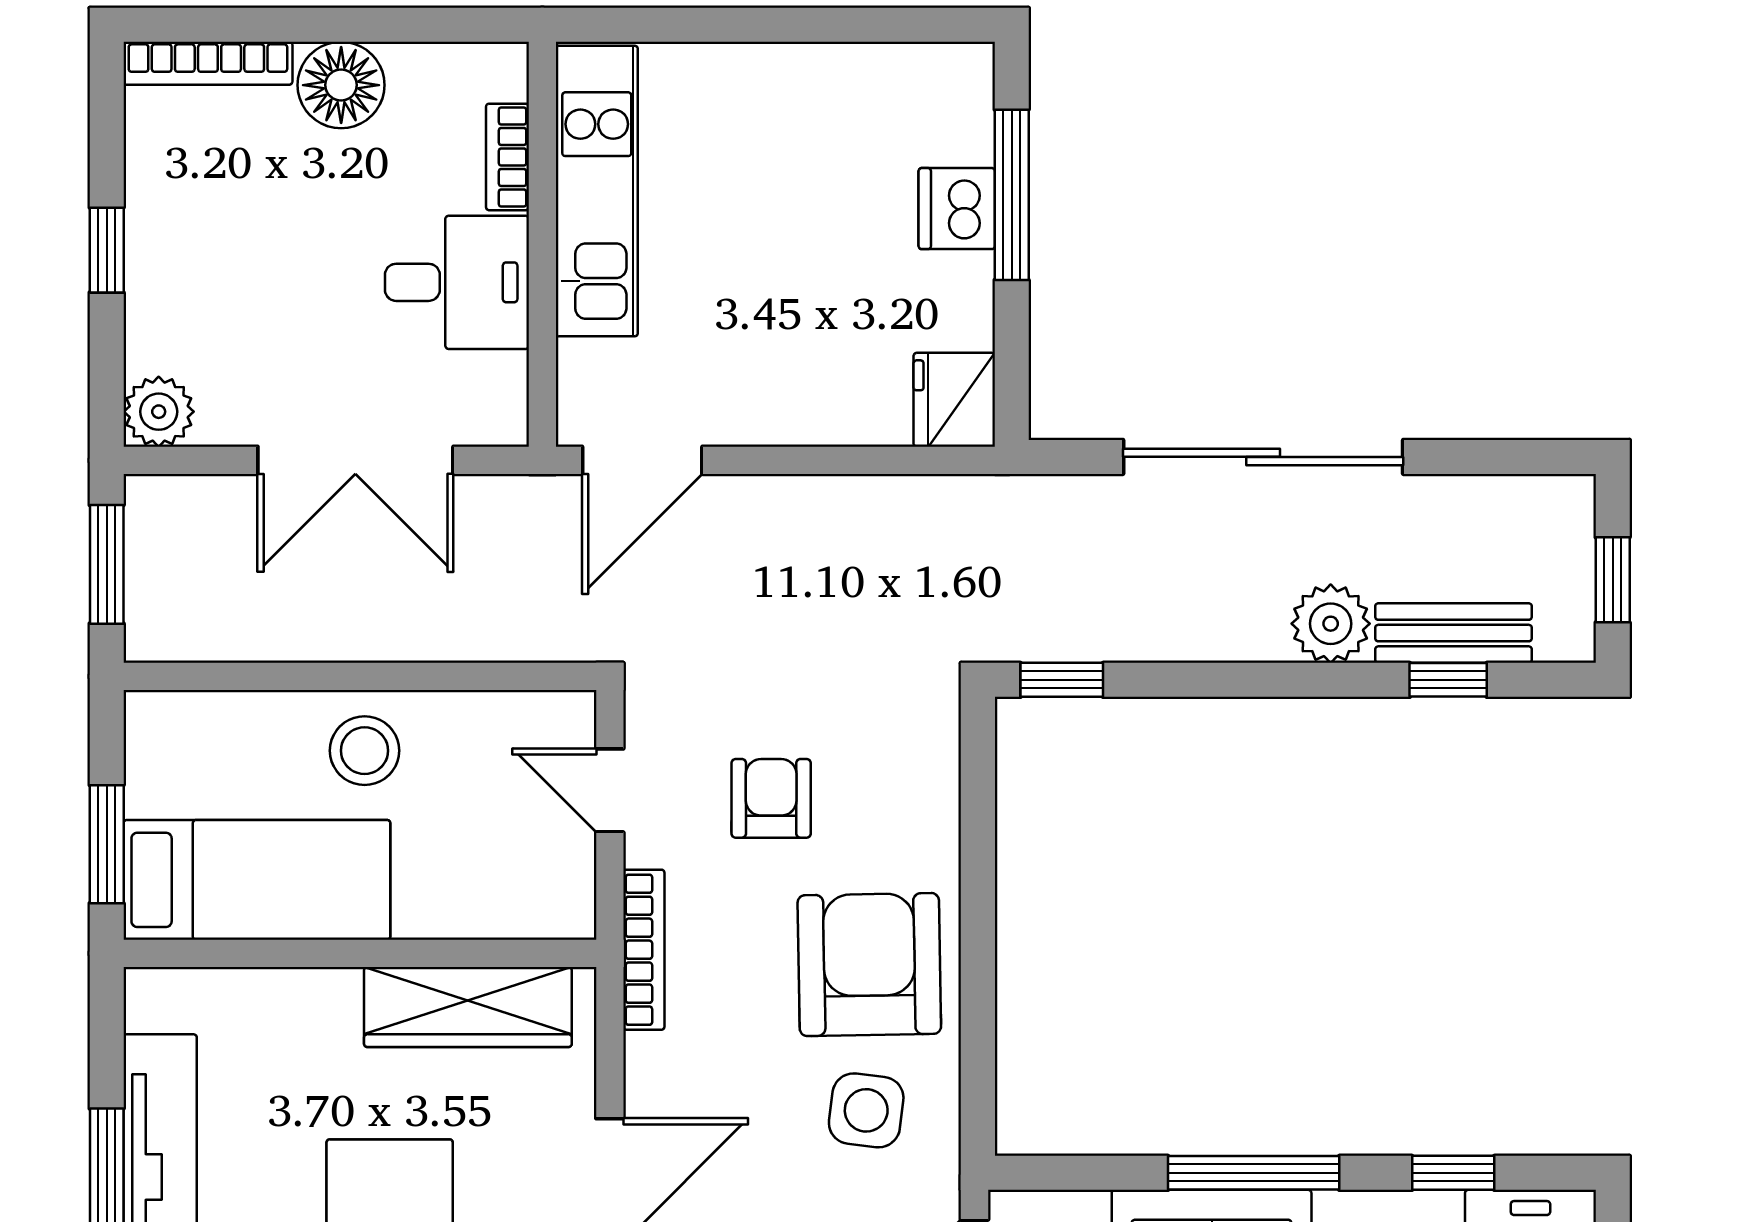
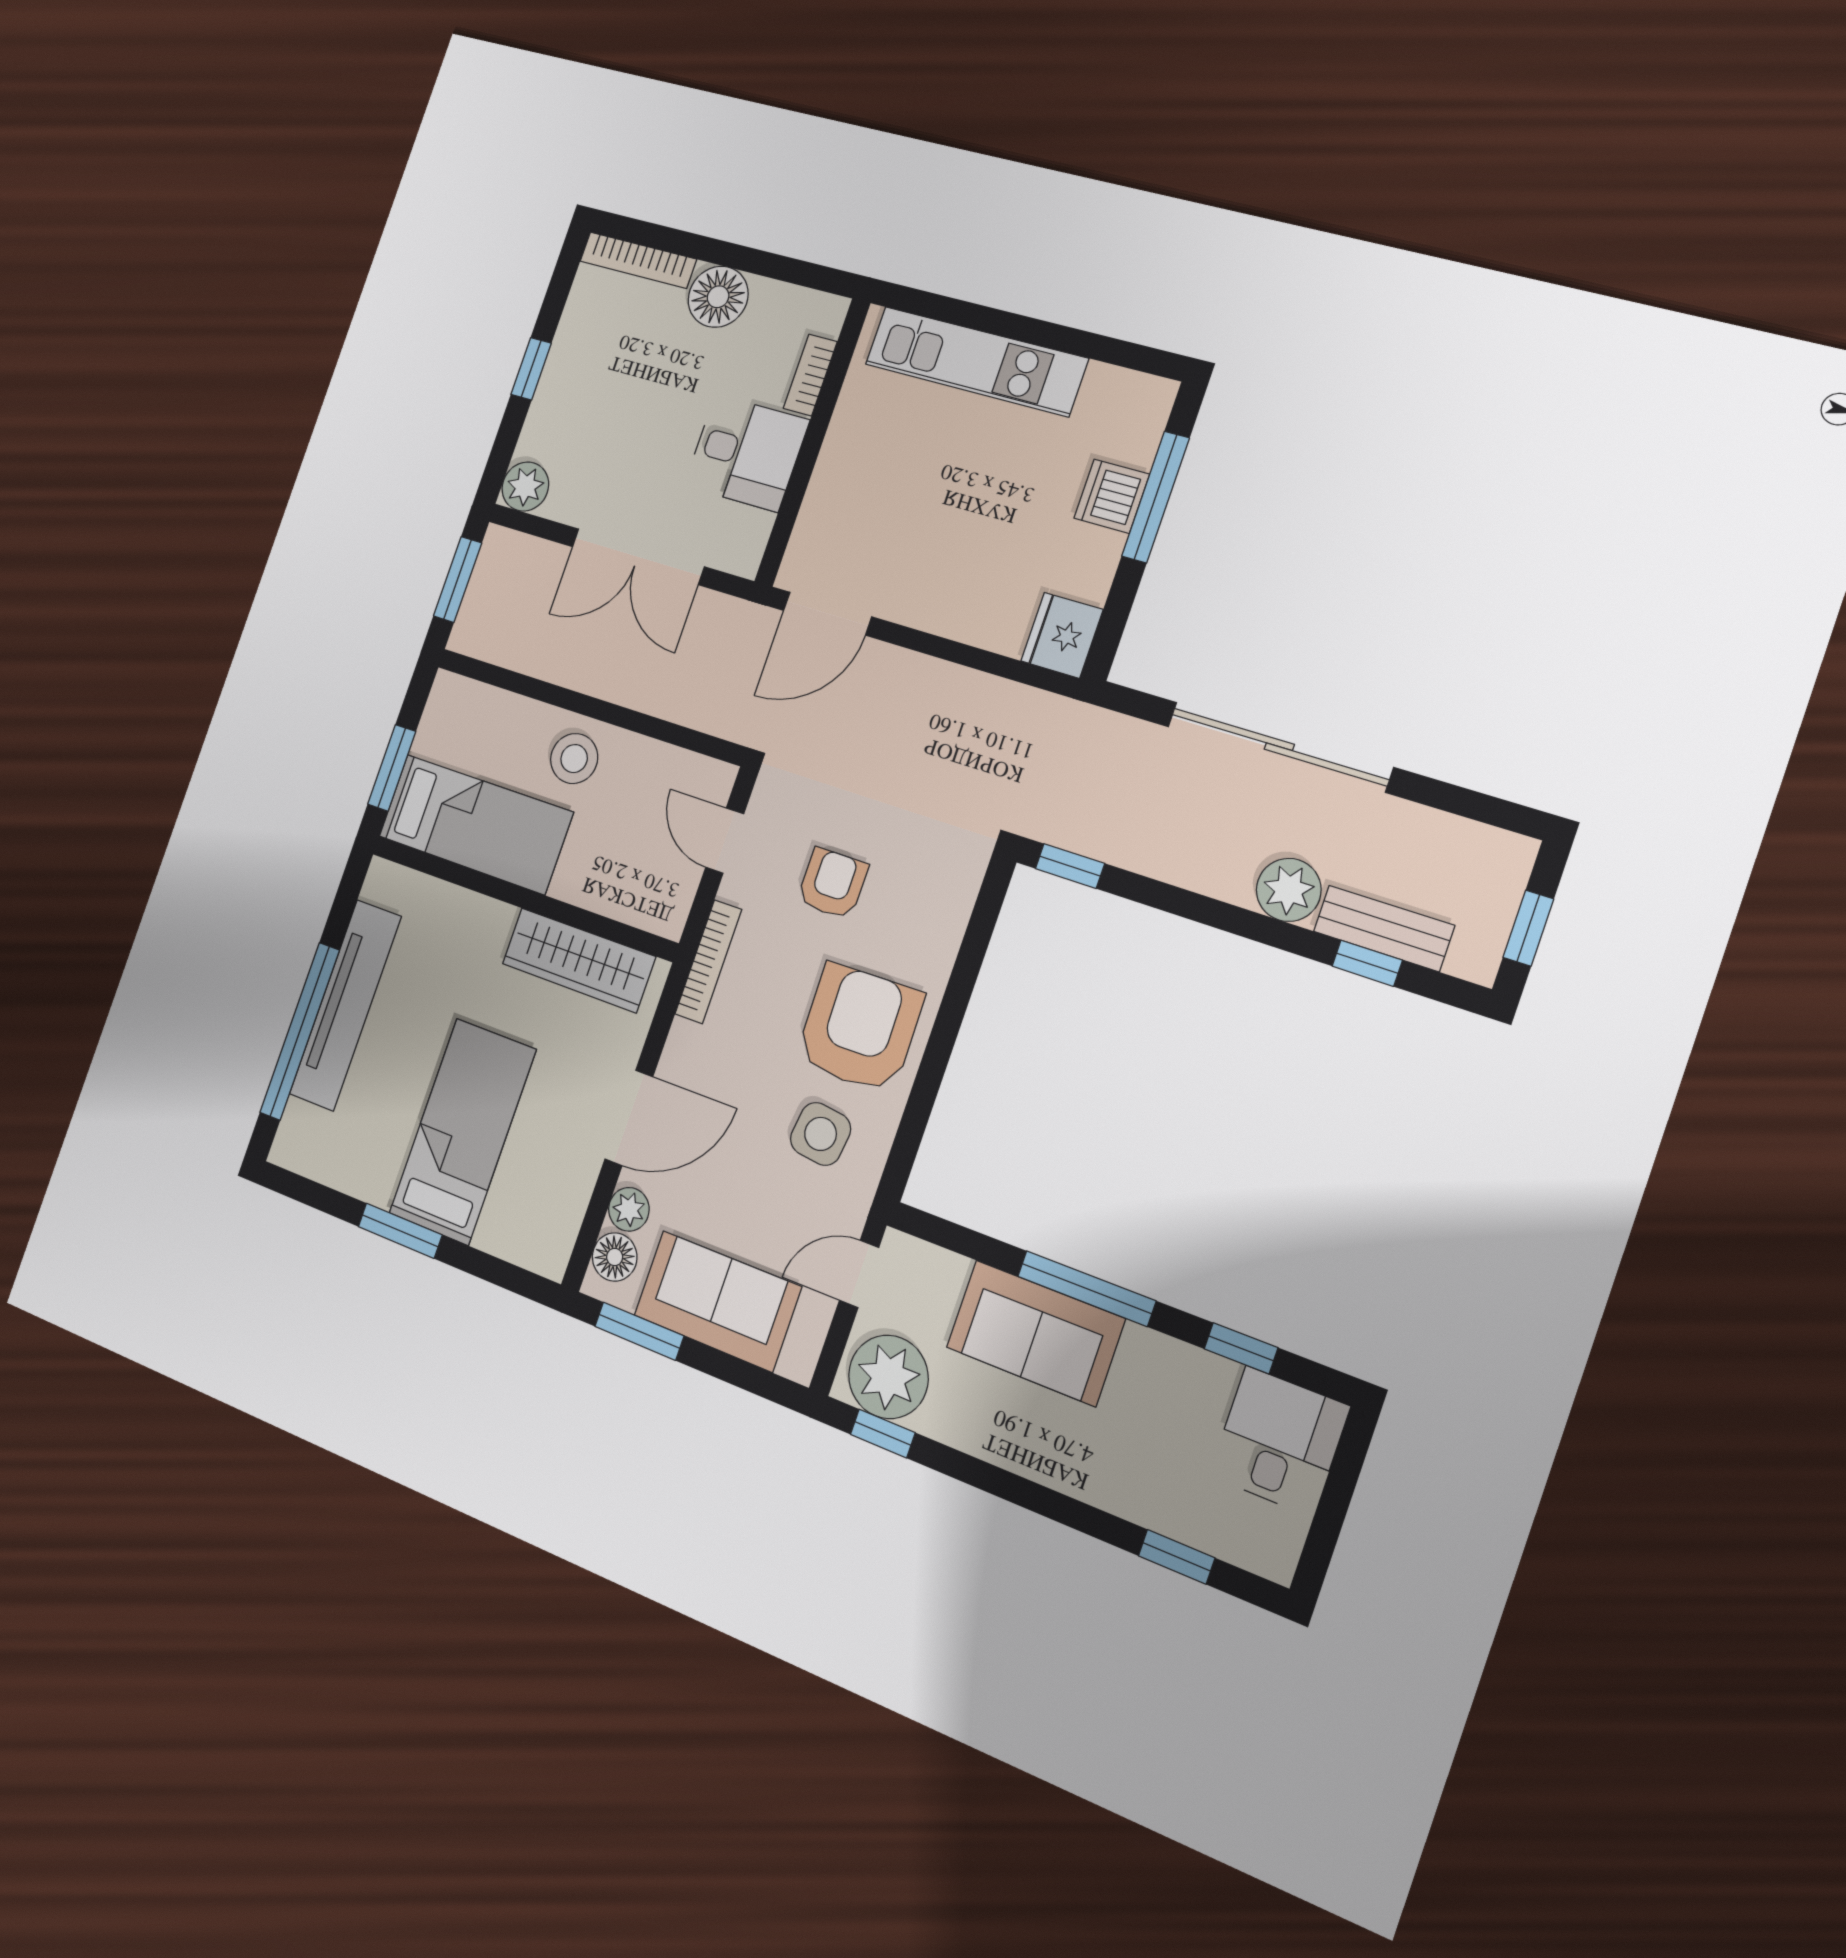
kitchen unit: (597, 191) -> (976, 361), moved, turned 90

